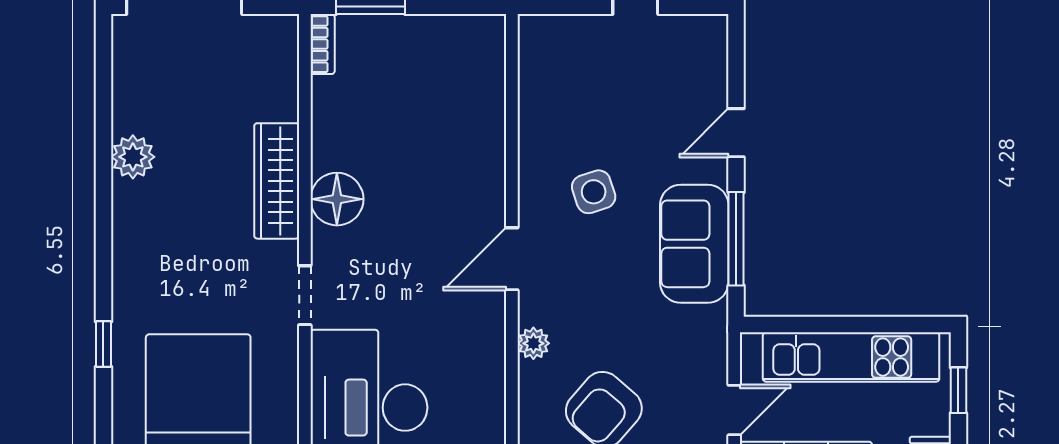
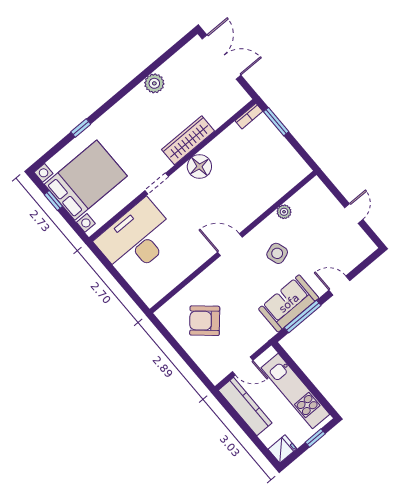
plant: (533, 343) -> (284, 212), moved

